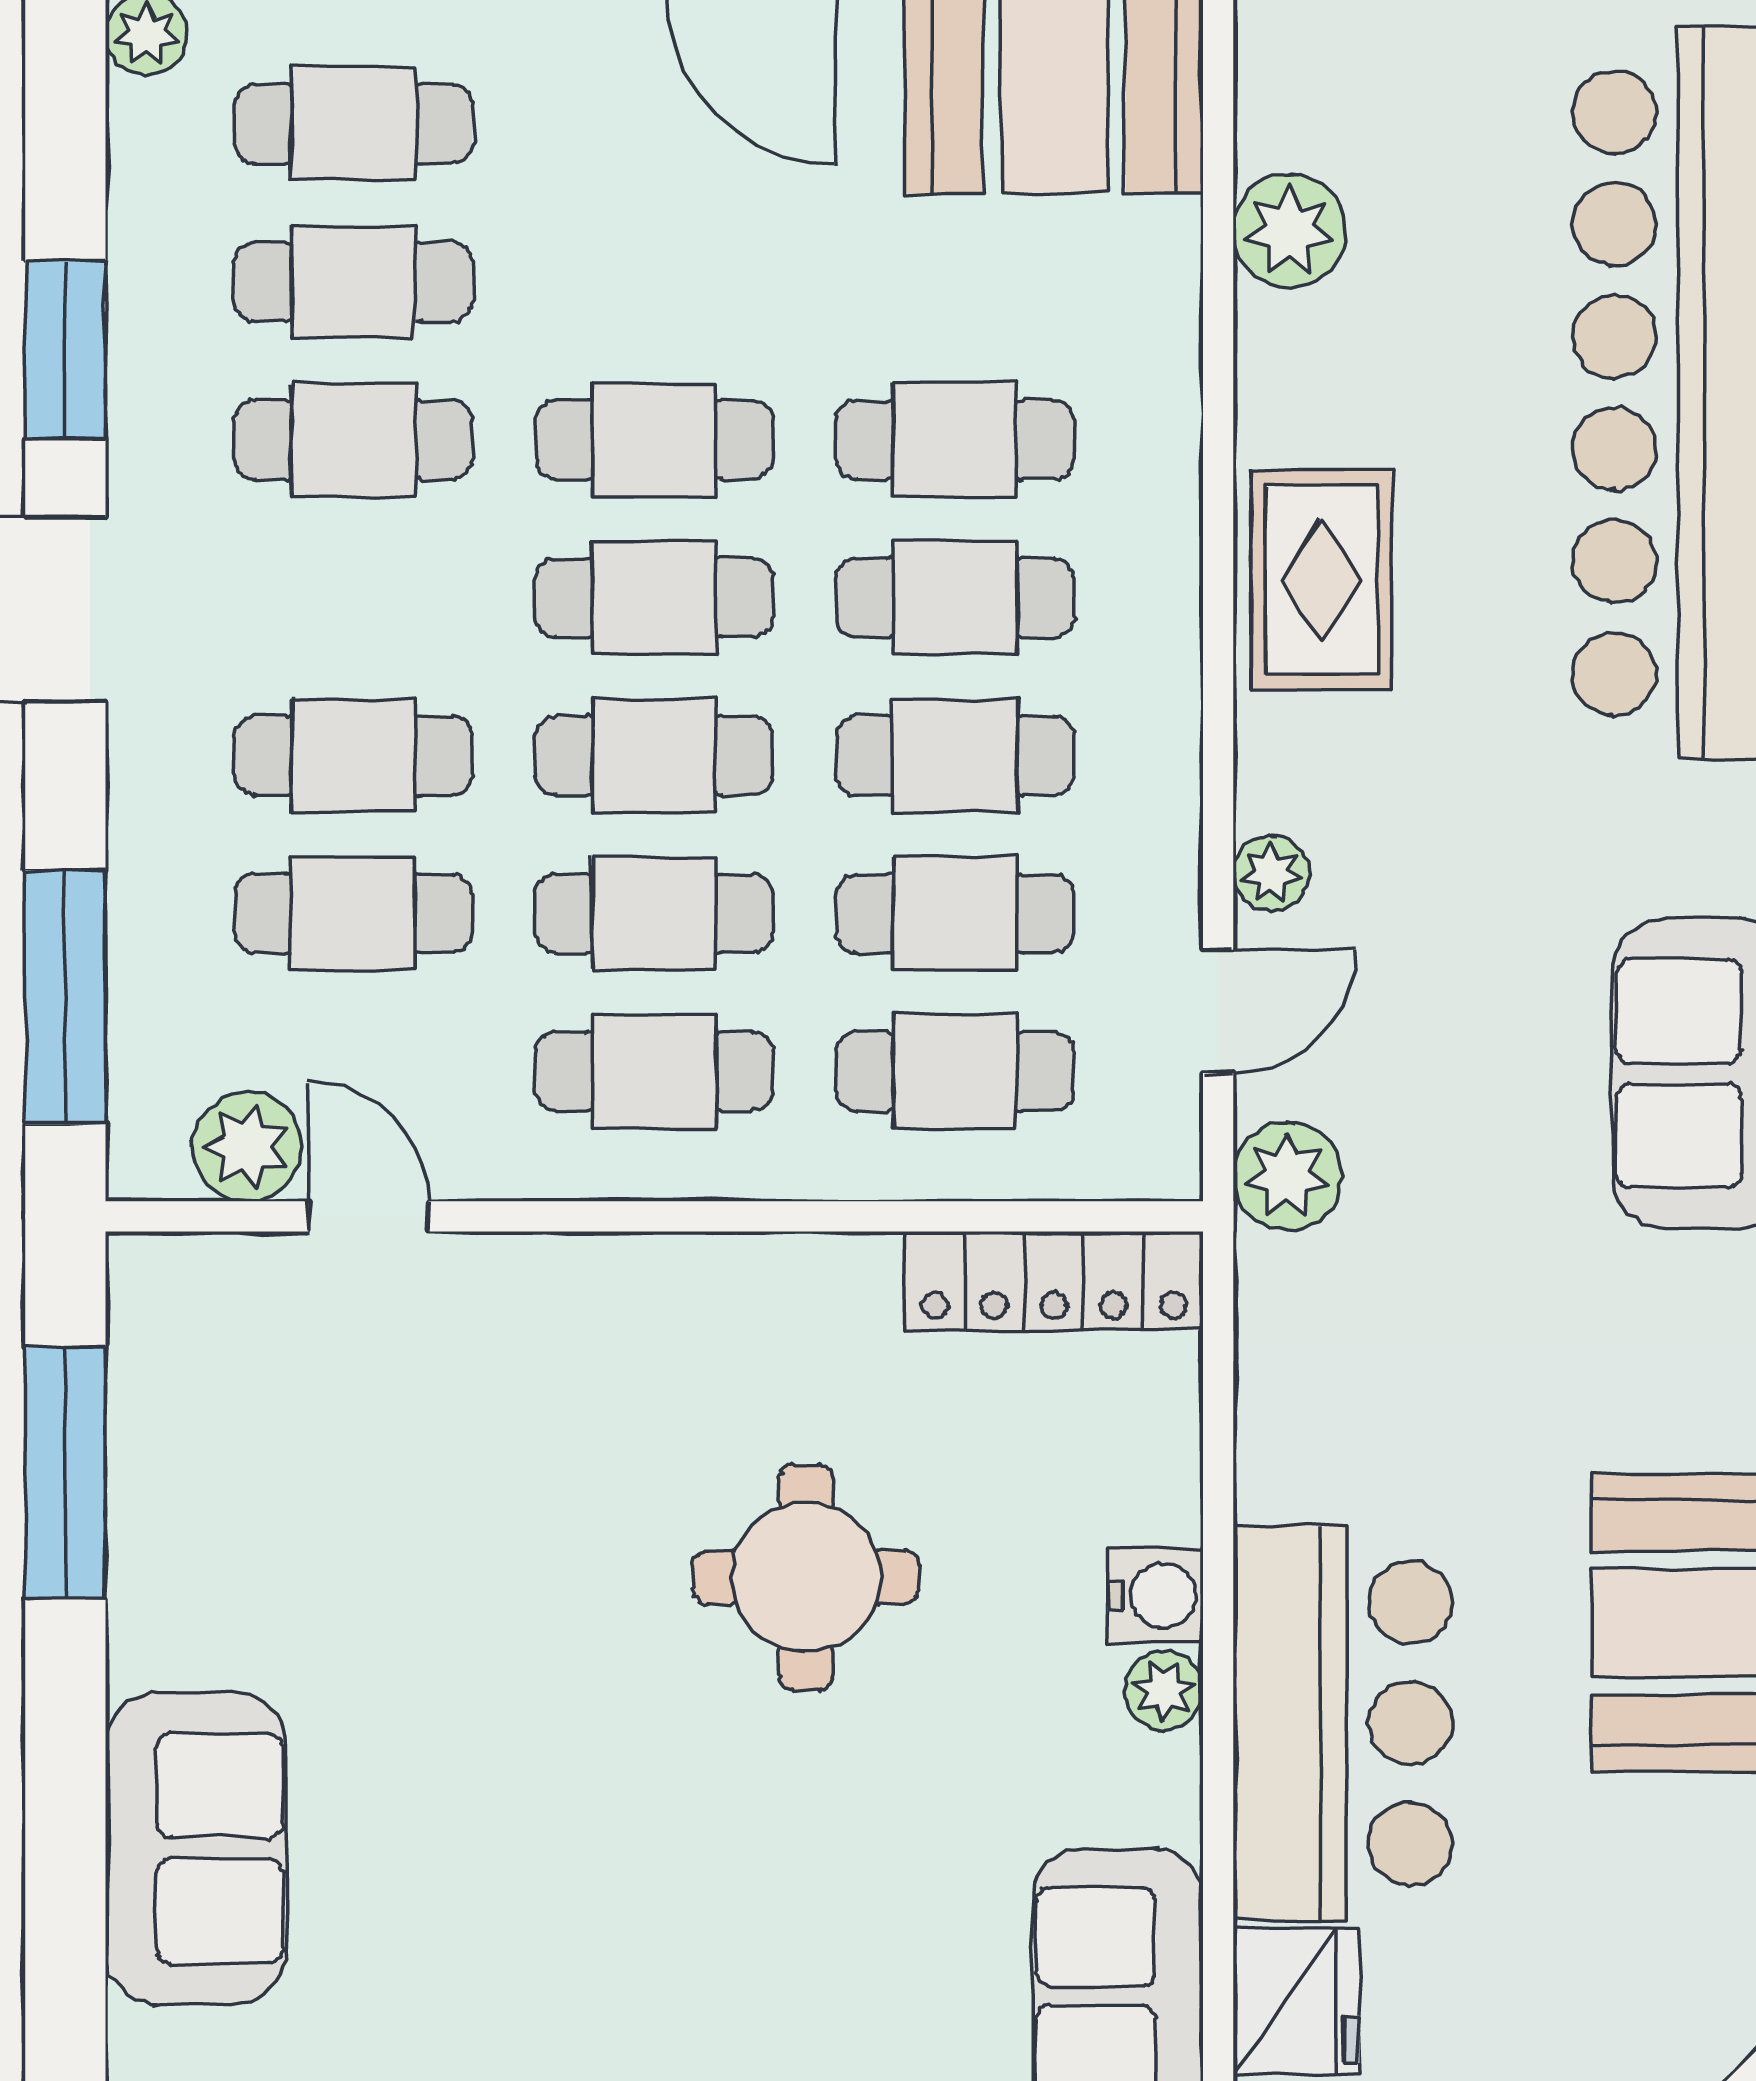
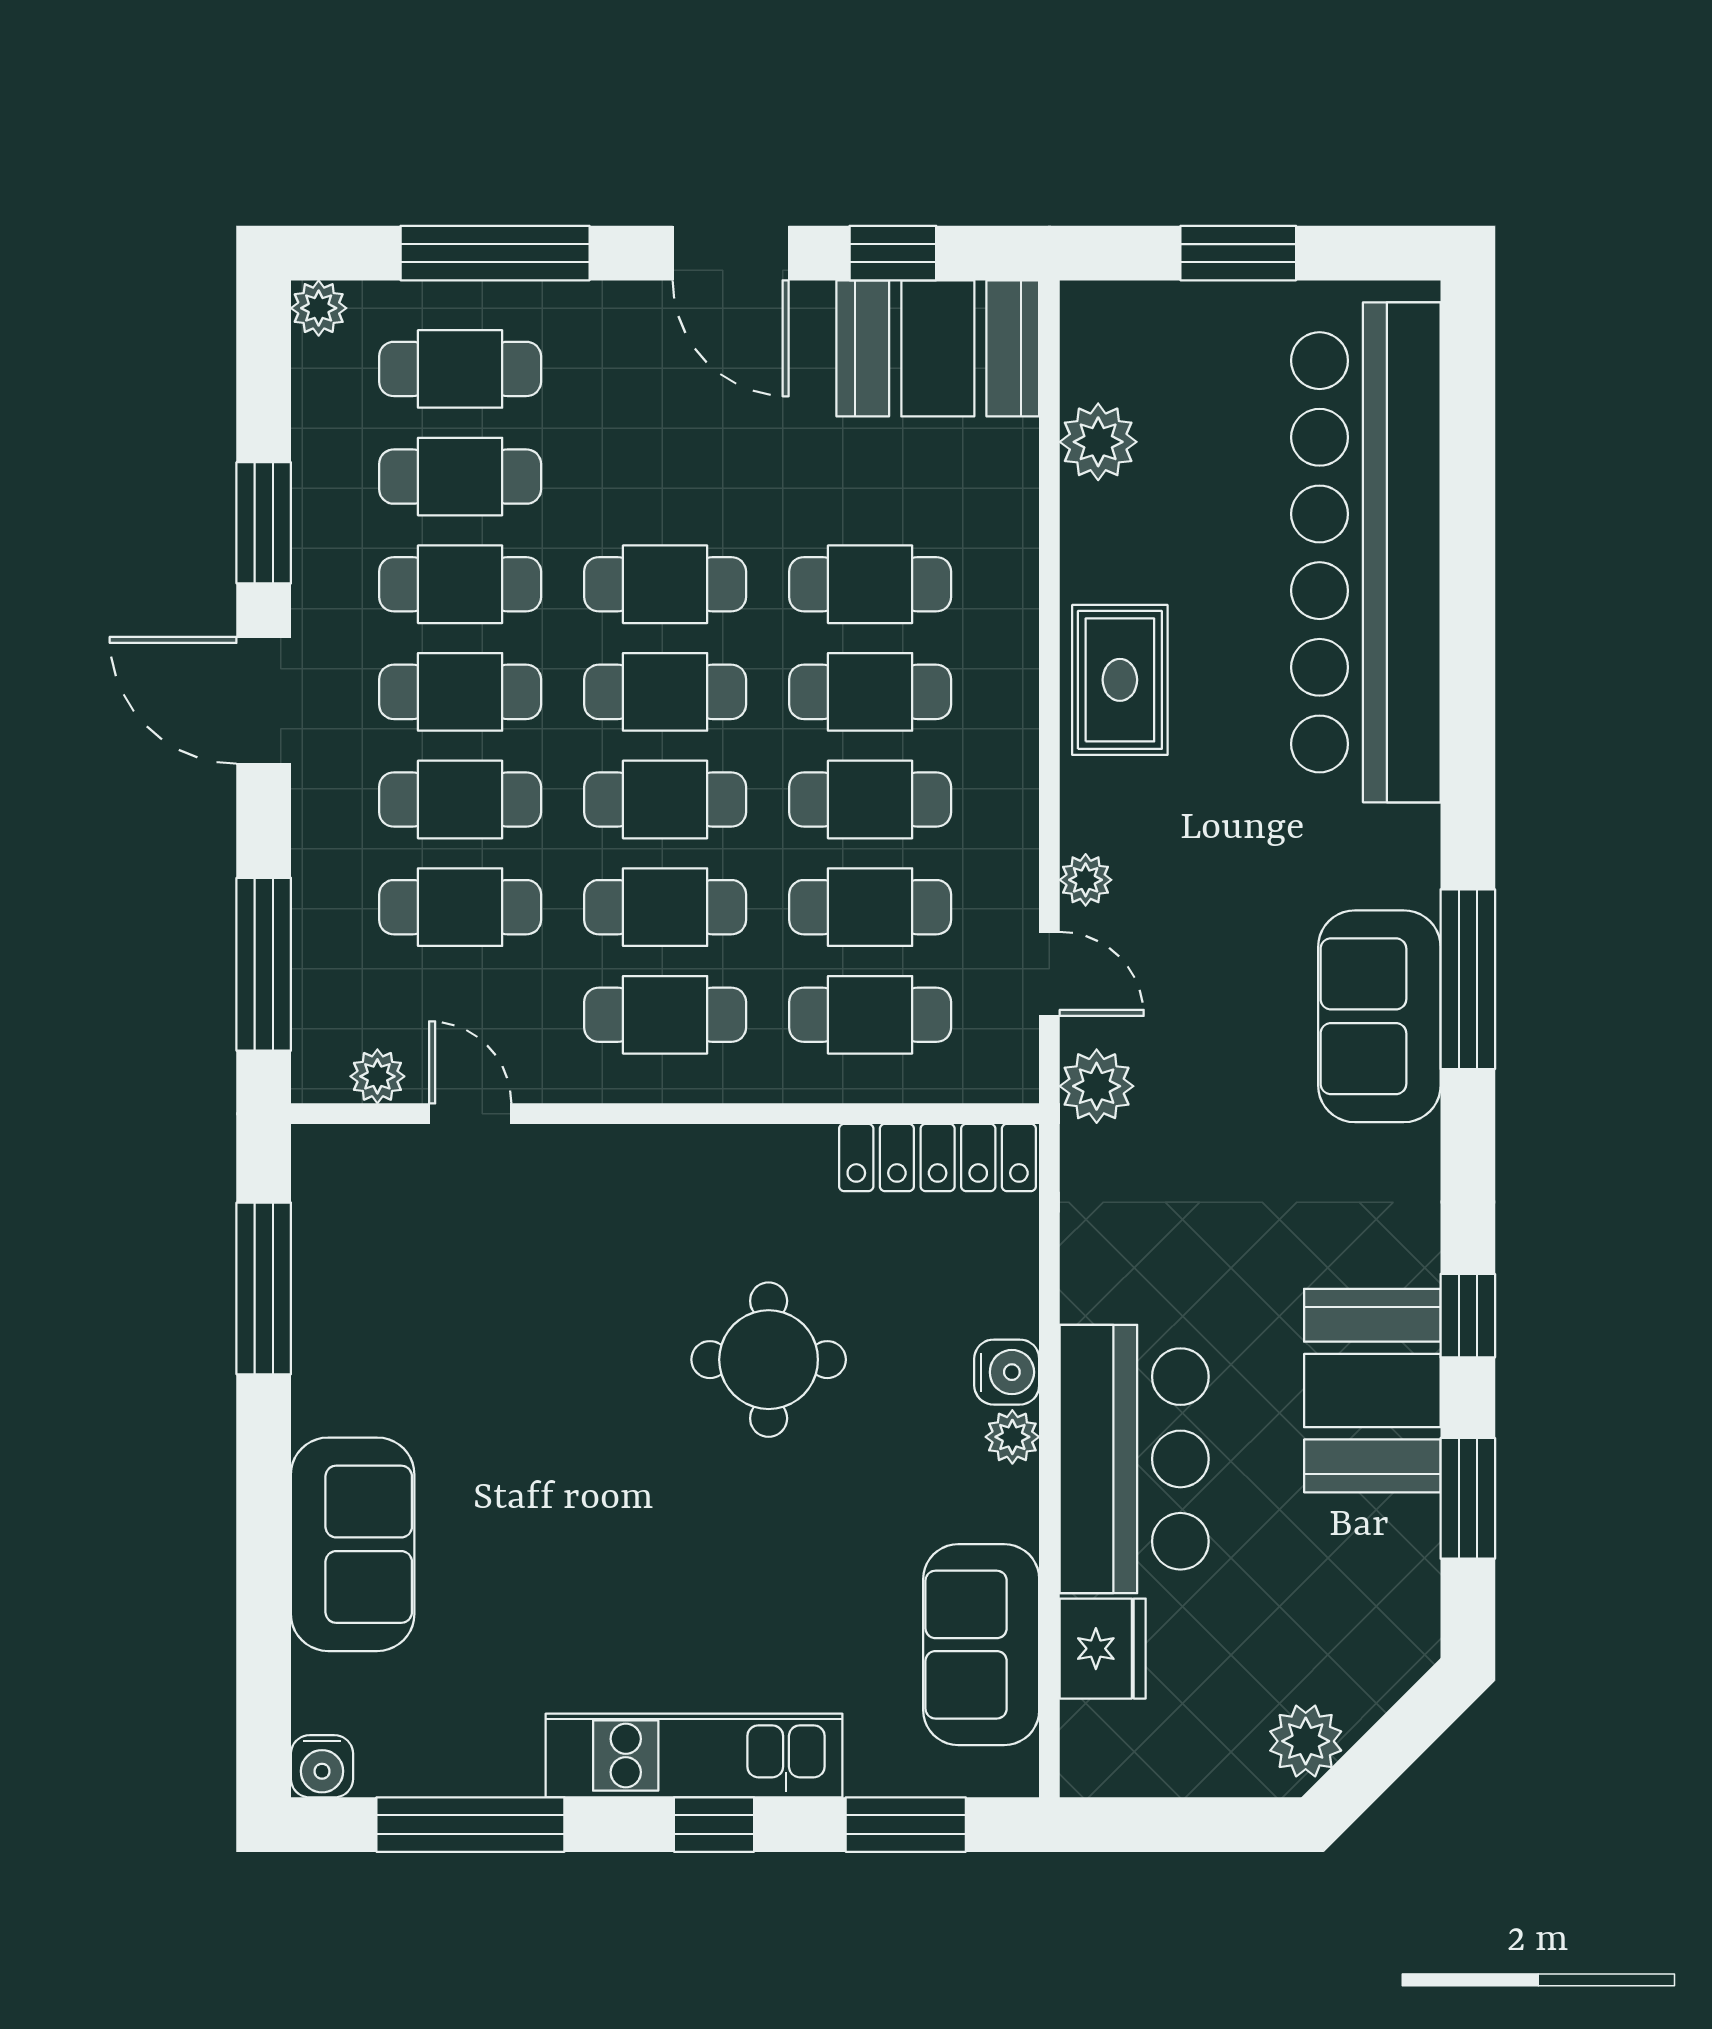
cafe table: (353, 598) -> (460, 692), added
door: (1218, 1011) -> (1049, 974), hinge flipped
plant: (247, 1147) -> (377, 1076), width x0.73, depth x0.73

